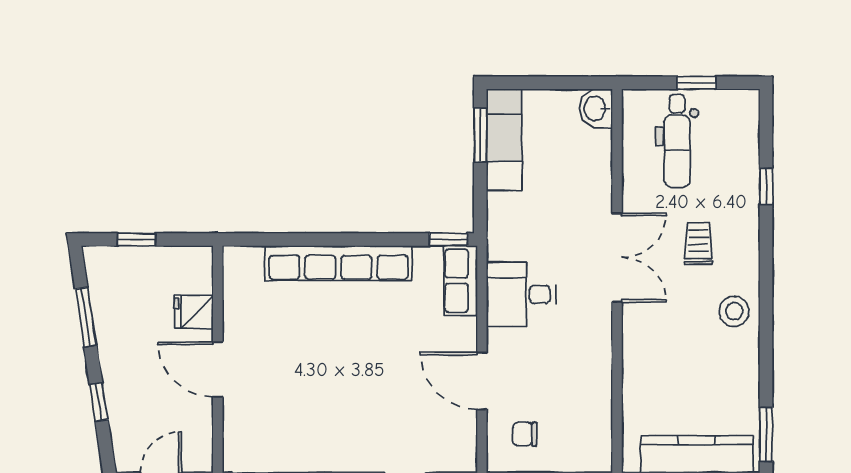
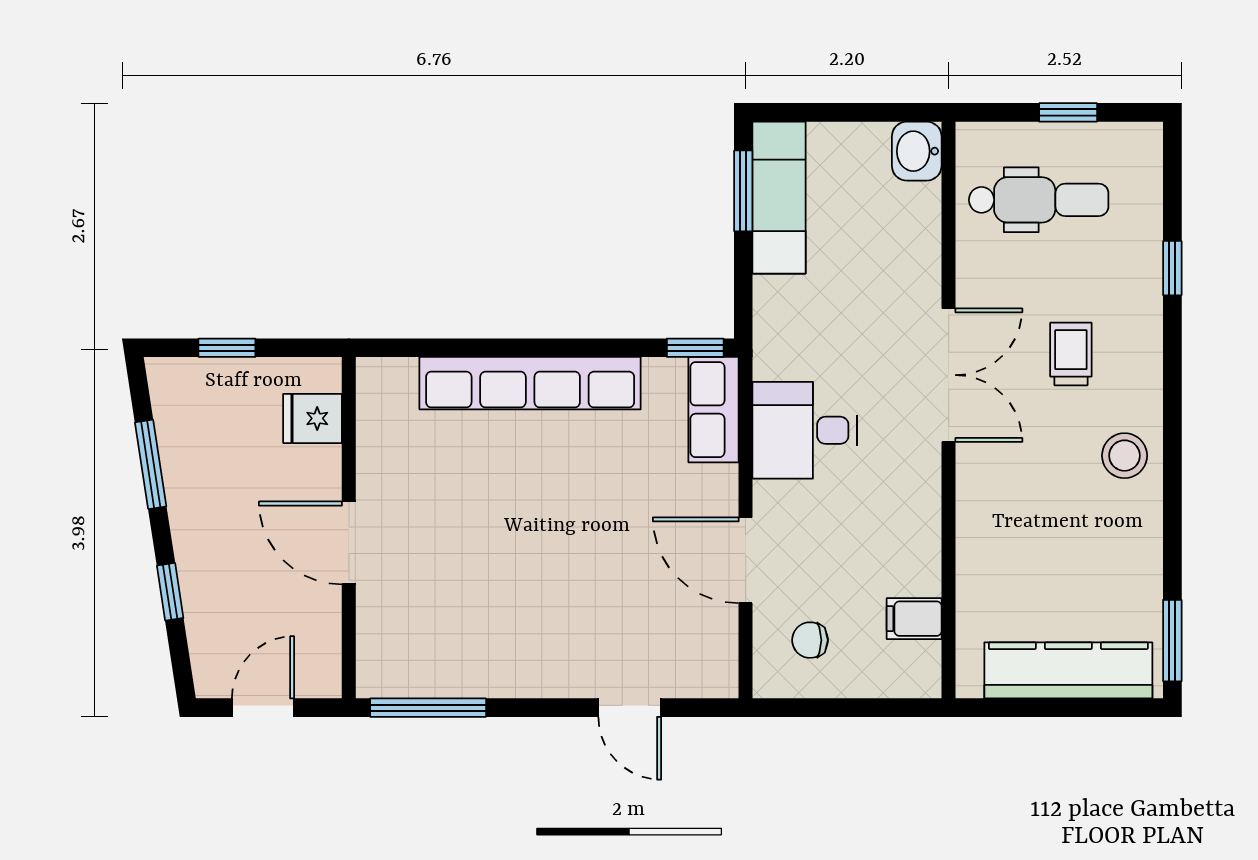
dental chair: (677, 141) -> (1039, 200), turned -90
fridge: (194, 312) -> (313, 418), moved
filing cabinet: (594, 420) -> (914, 619), added

